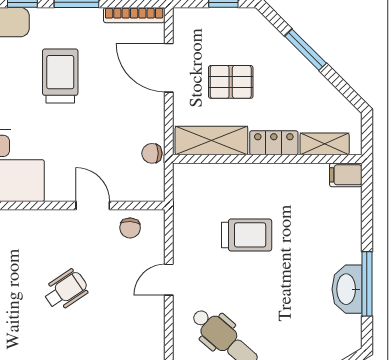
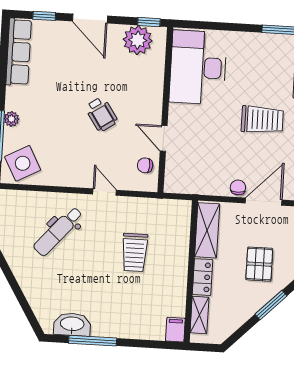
pallet: (231, 82) -> (259, 264), moved
chair: (152, 153) -> (238, 187), moved
door: (93, 206) -> (164, 138), swing flipped
washbasin: (347, 289) -> (72, 324), moved

